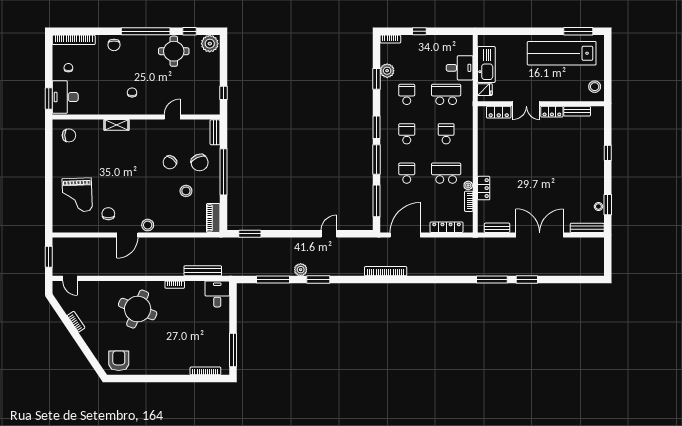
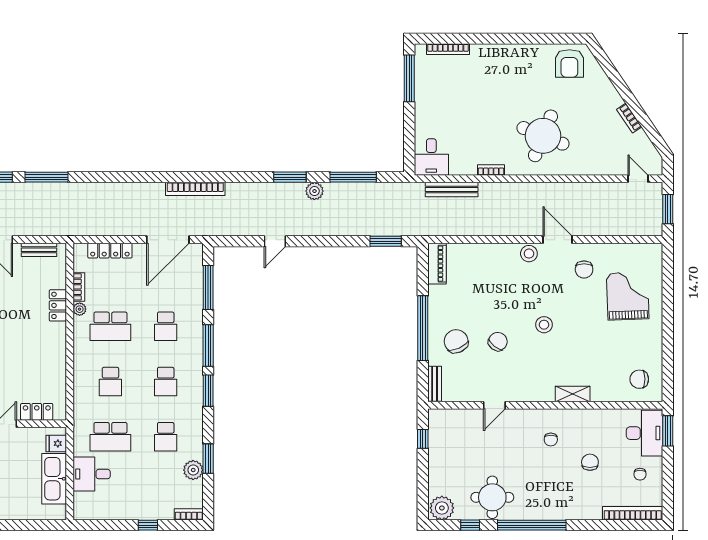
chair: (114, 45) -> (590, 462), moved
stool: (186, 191) -> (544, 325), moved
door: (127, 235) -> (557, 240), hinge flipped

